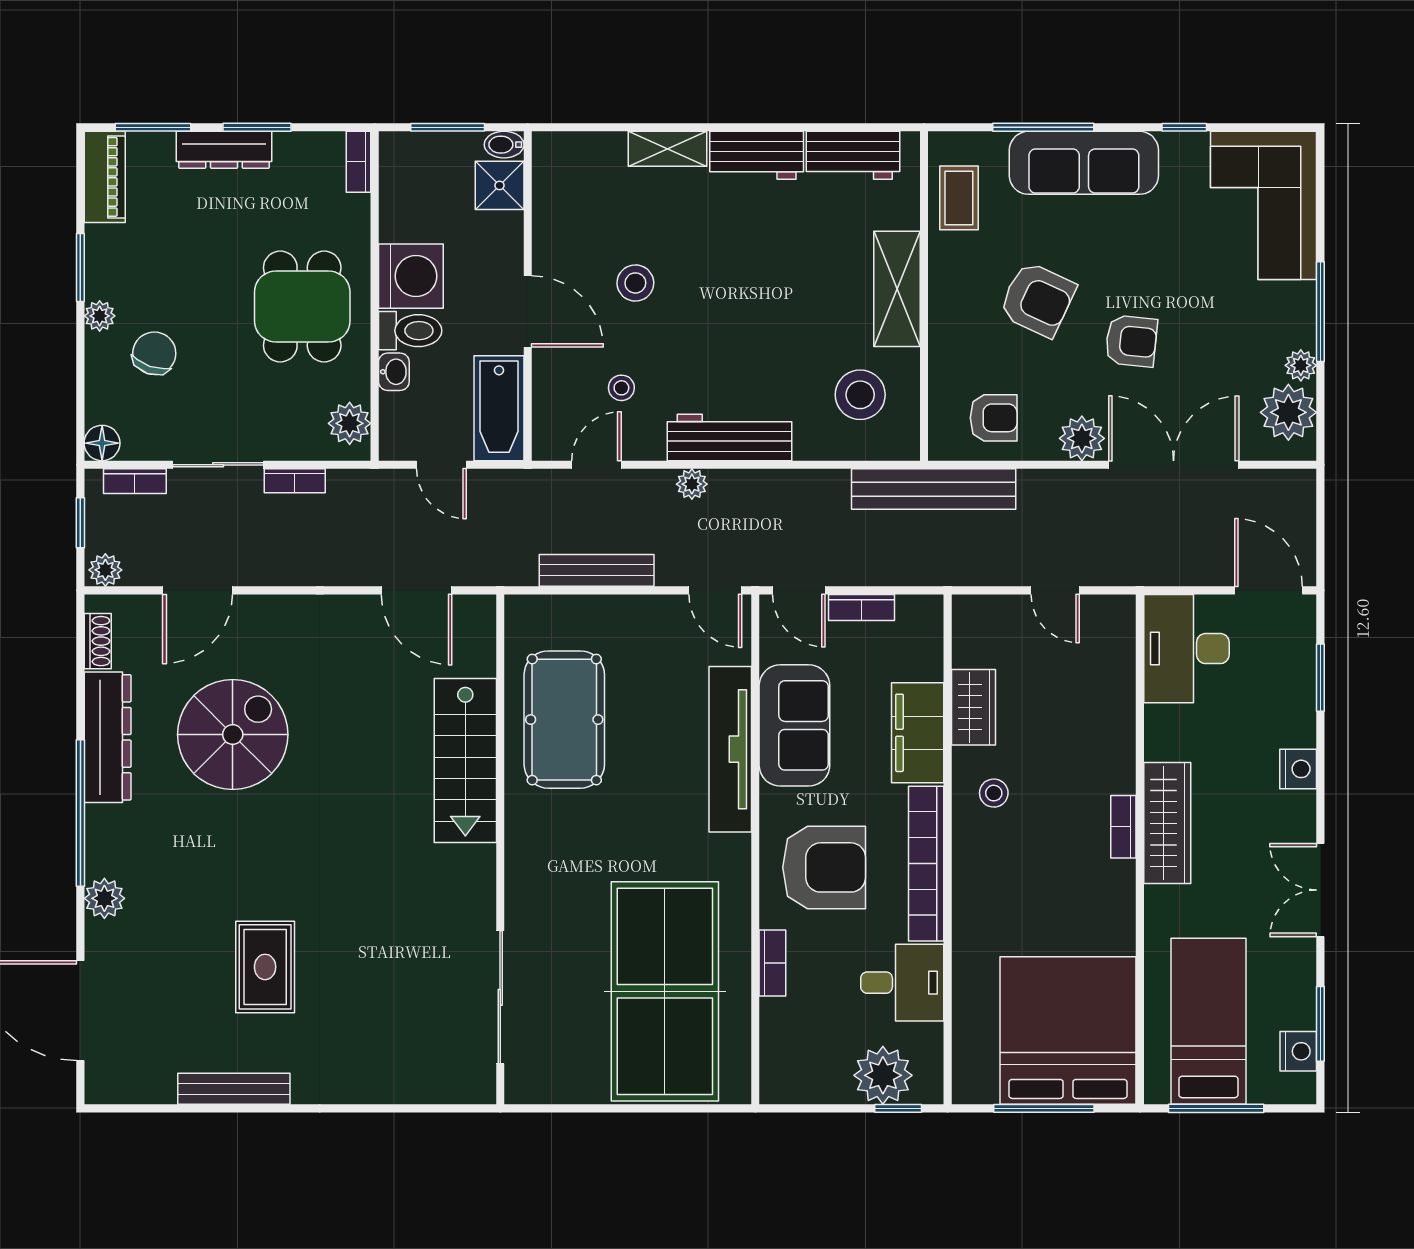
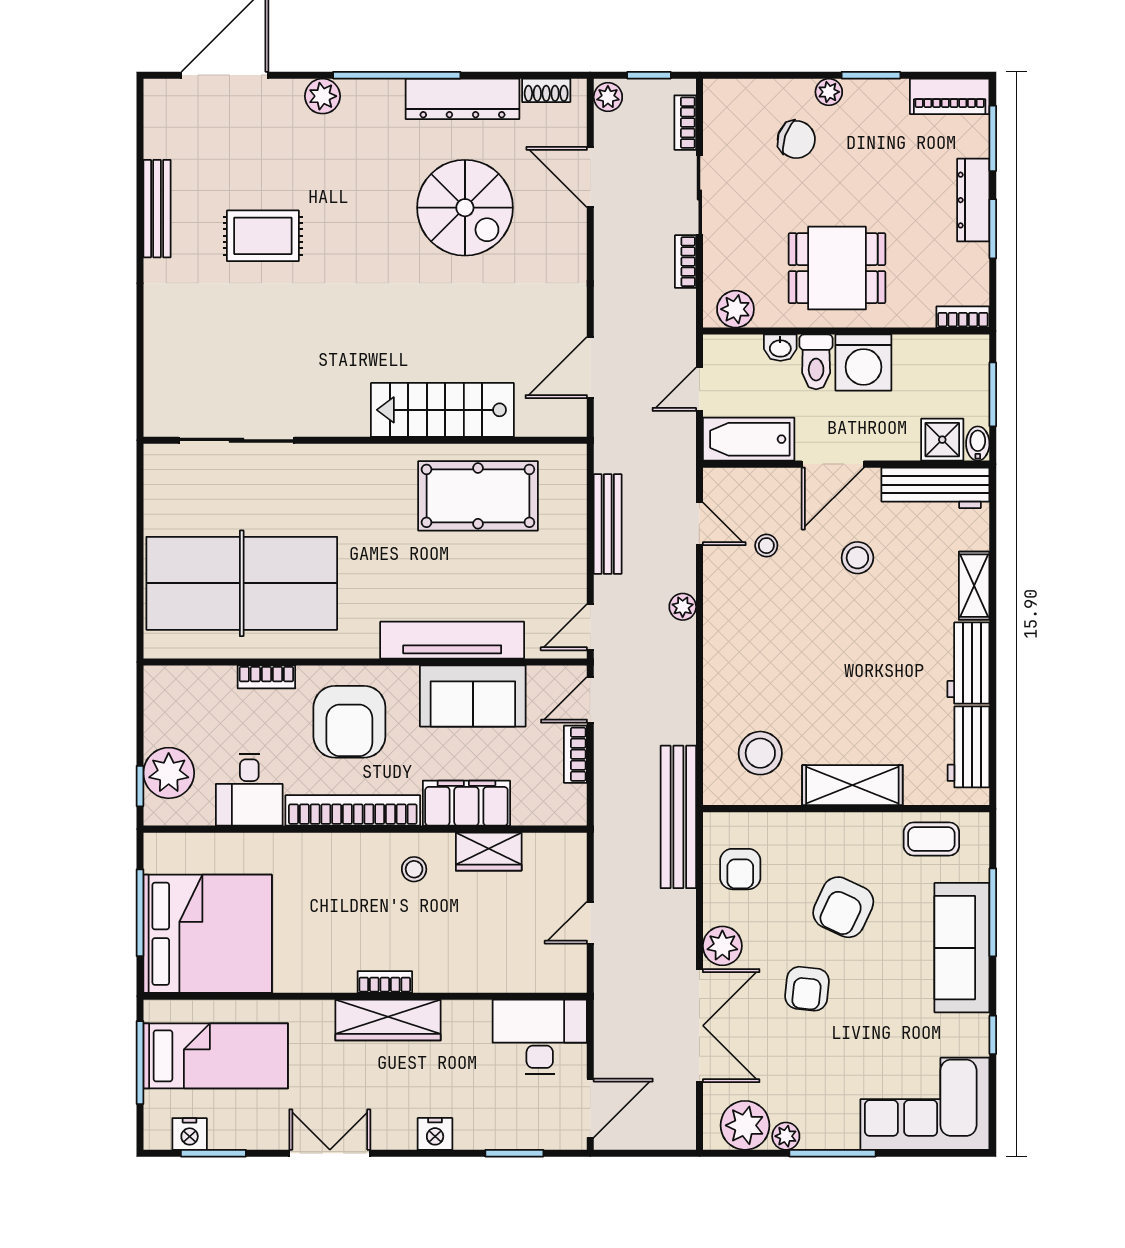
workbench: (730, 438) -> (935, 488), moved, turned 90
floor lamp: (102, 443) -> (718, 94), removed

